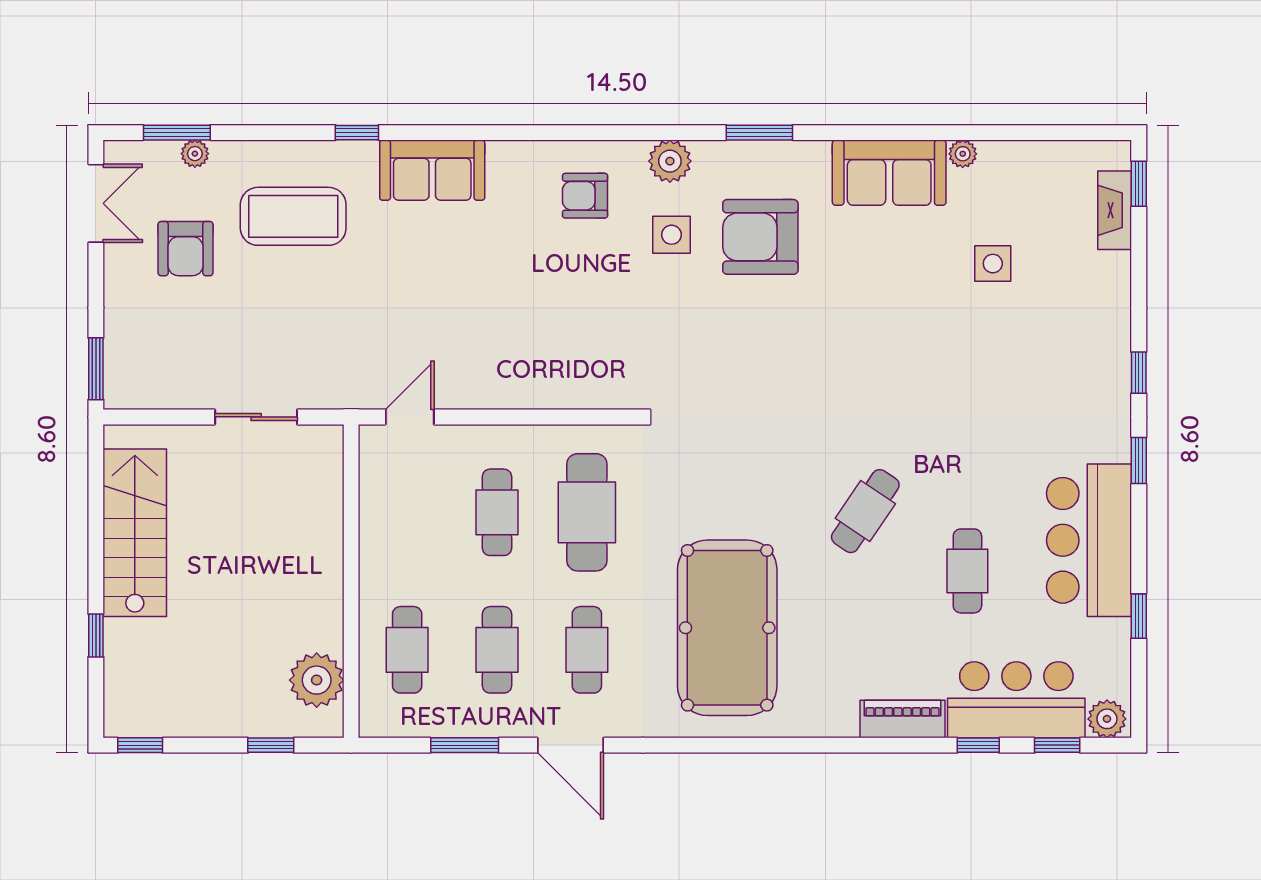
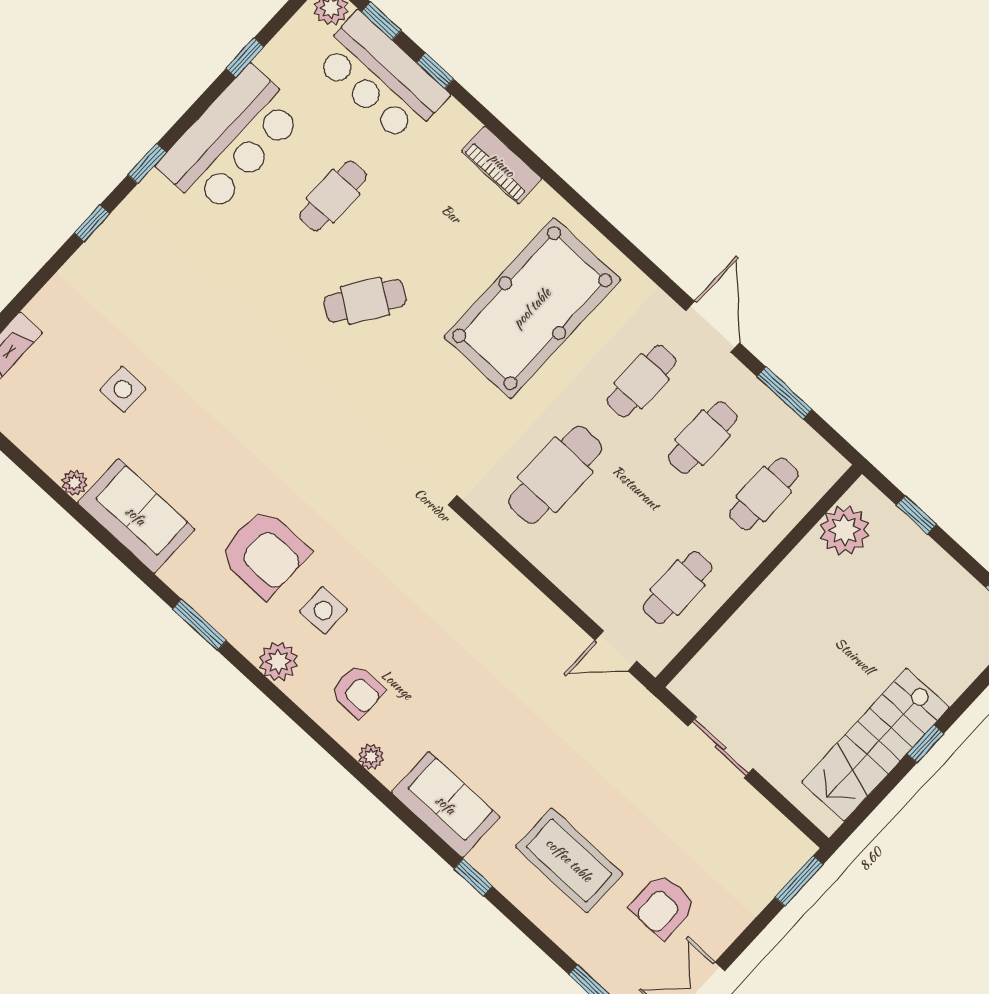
plant: (195, 154) -> (371, 757), moved
armchair: (185, 249) -> (663, 906), turned 180
cafe table: (497, 512) -> (677, 588), moved
window: (96, 635) -> (925, 744), moved
piano: (902, 719) -> (502, 165), moved

